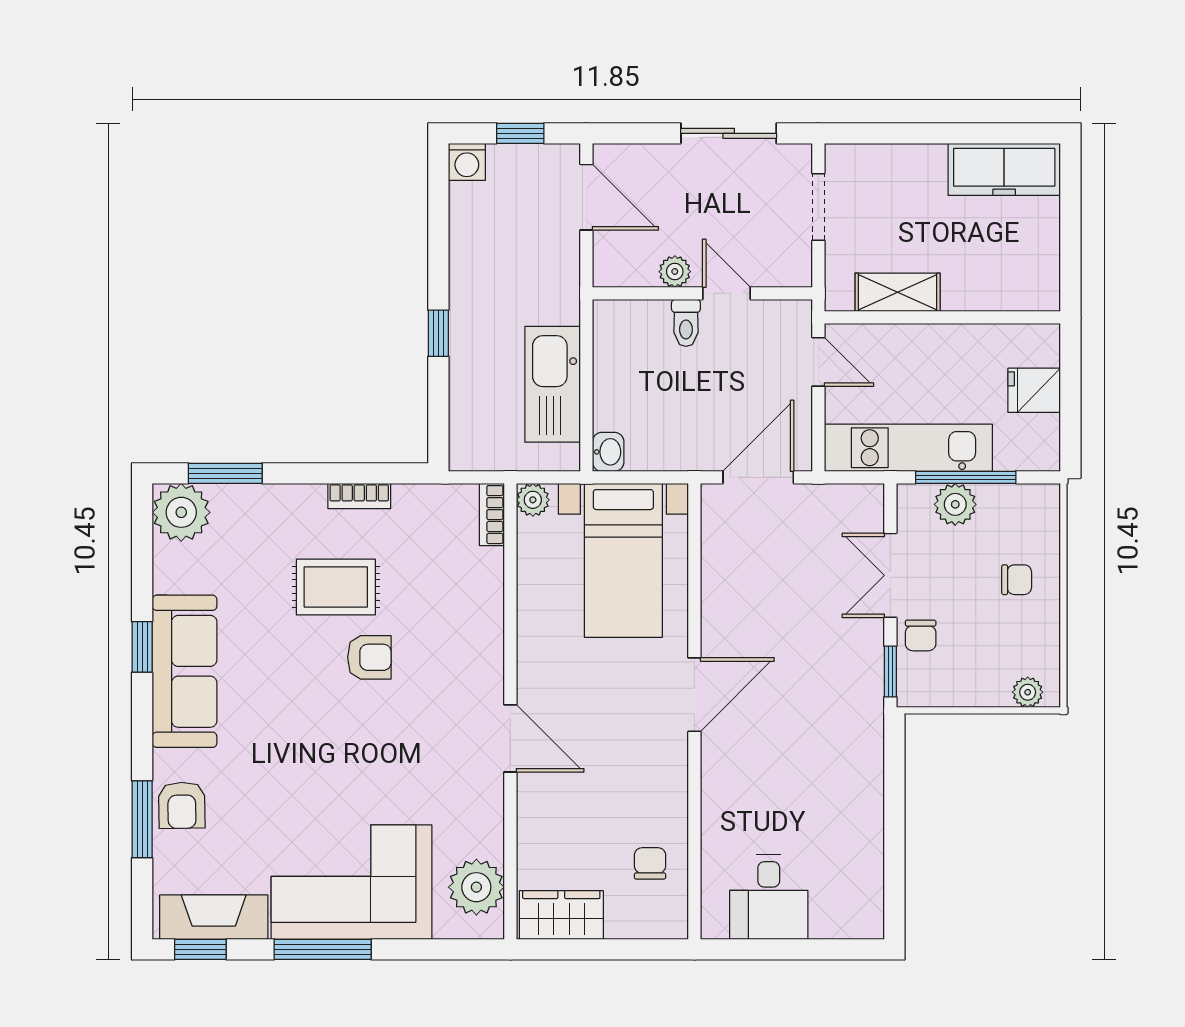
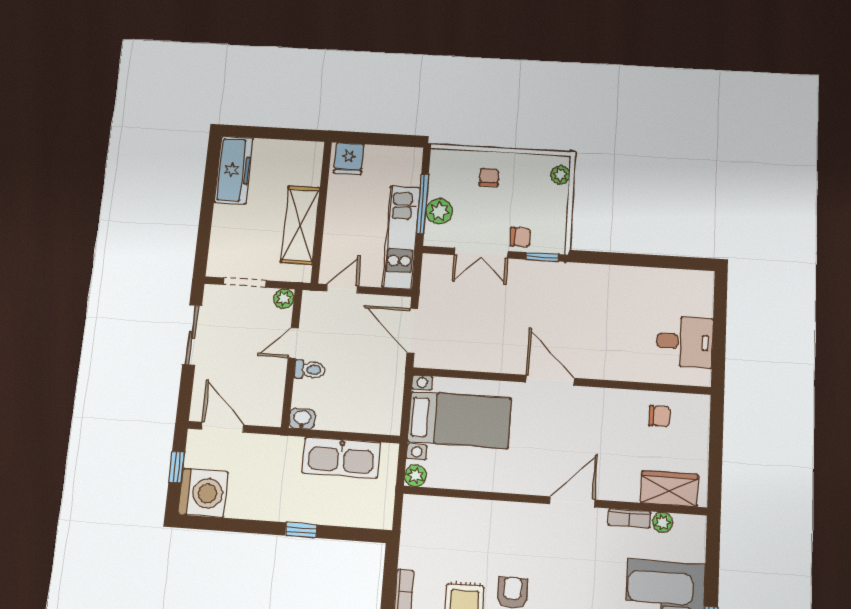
washing machine: (467, 162) -> (203, 493), width x1.89, depth x1.89
door: (586, 197) -> (223, 427), hinge flipped
plant: (675, 272) -> (284, 299), moved
shelving: (898, 292) -> (300, 225), width x1.50, depth x1.33
fridge: (1034, 390) -> (349, 159), moved
washbasin: (608, 452) -> (302, 419), moved
bookcase: (492, 515) -> (629, 518), moved
chair: (650, 863) -> (660, 416), turned 180
plant: (476, 887) -> (663, 522), width x0.53, depth x0.53
wardrobe: (561, 915) -> (669, 489), moved, turned 90

